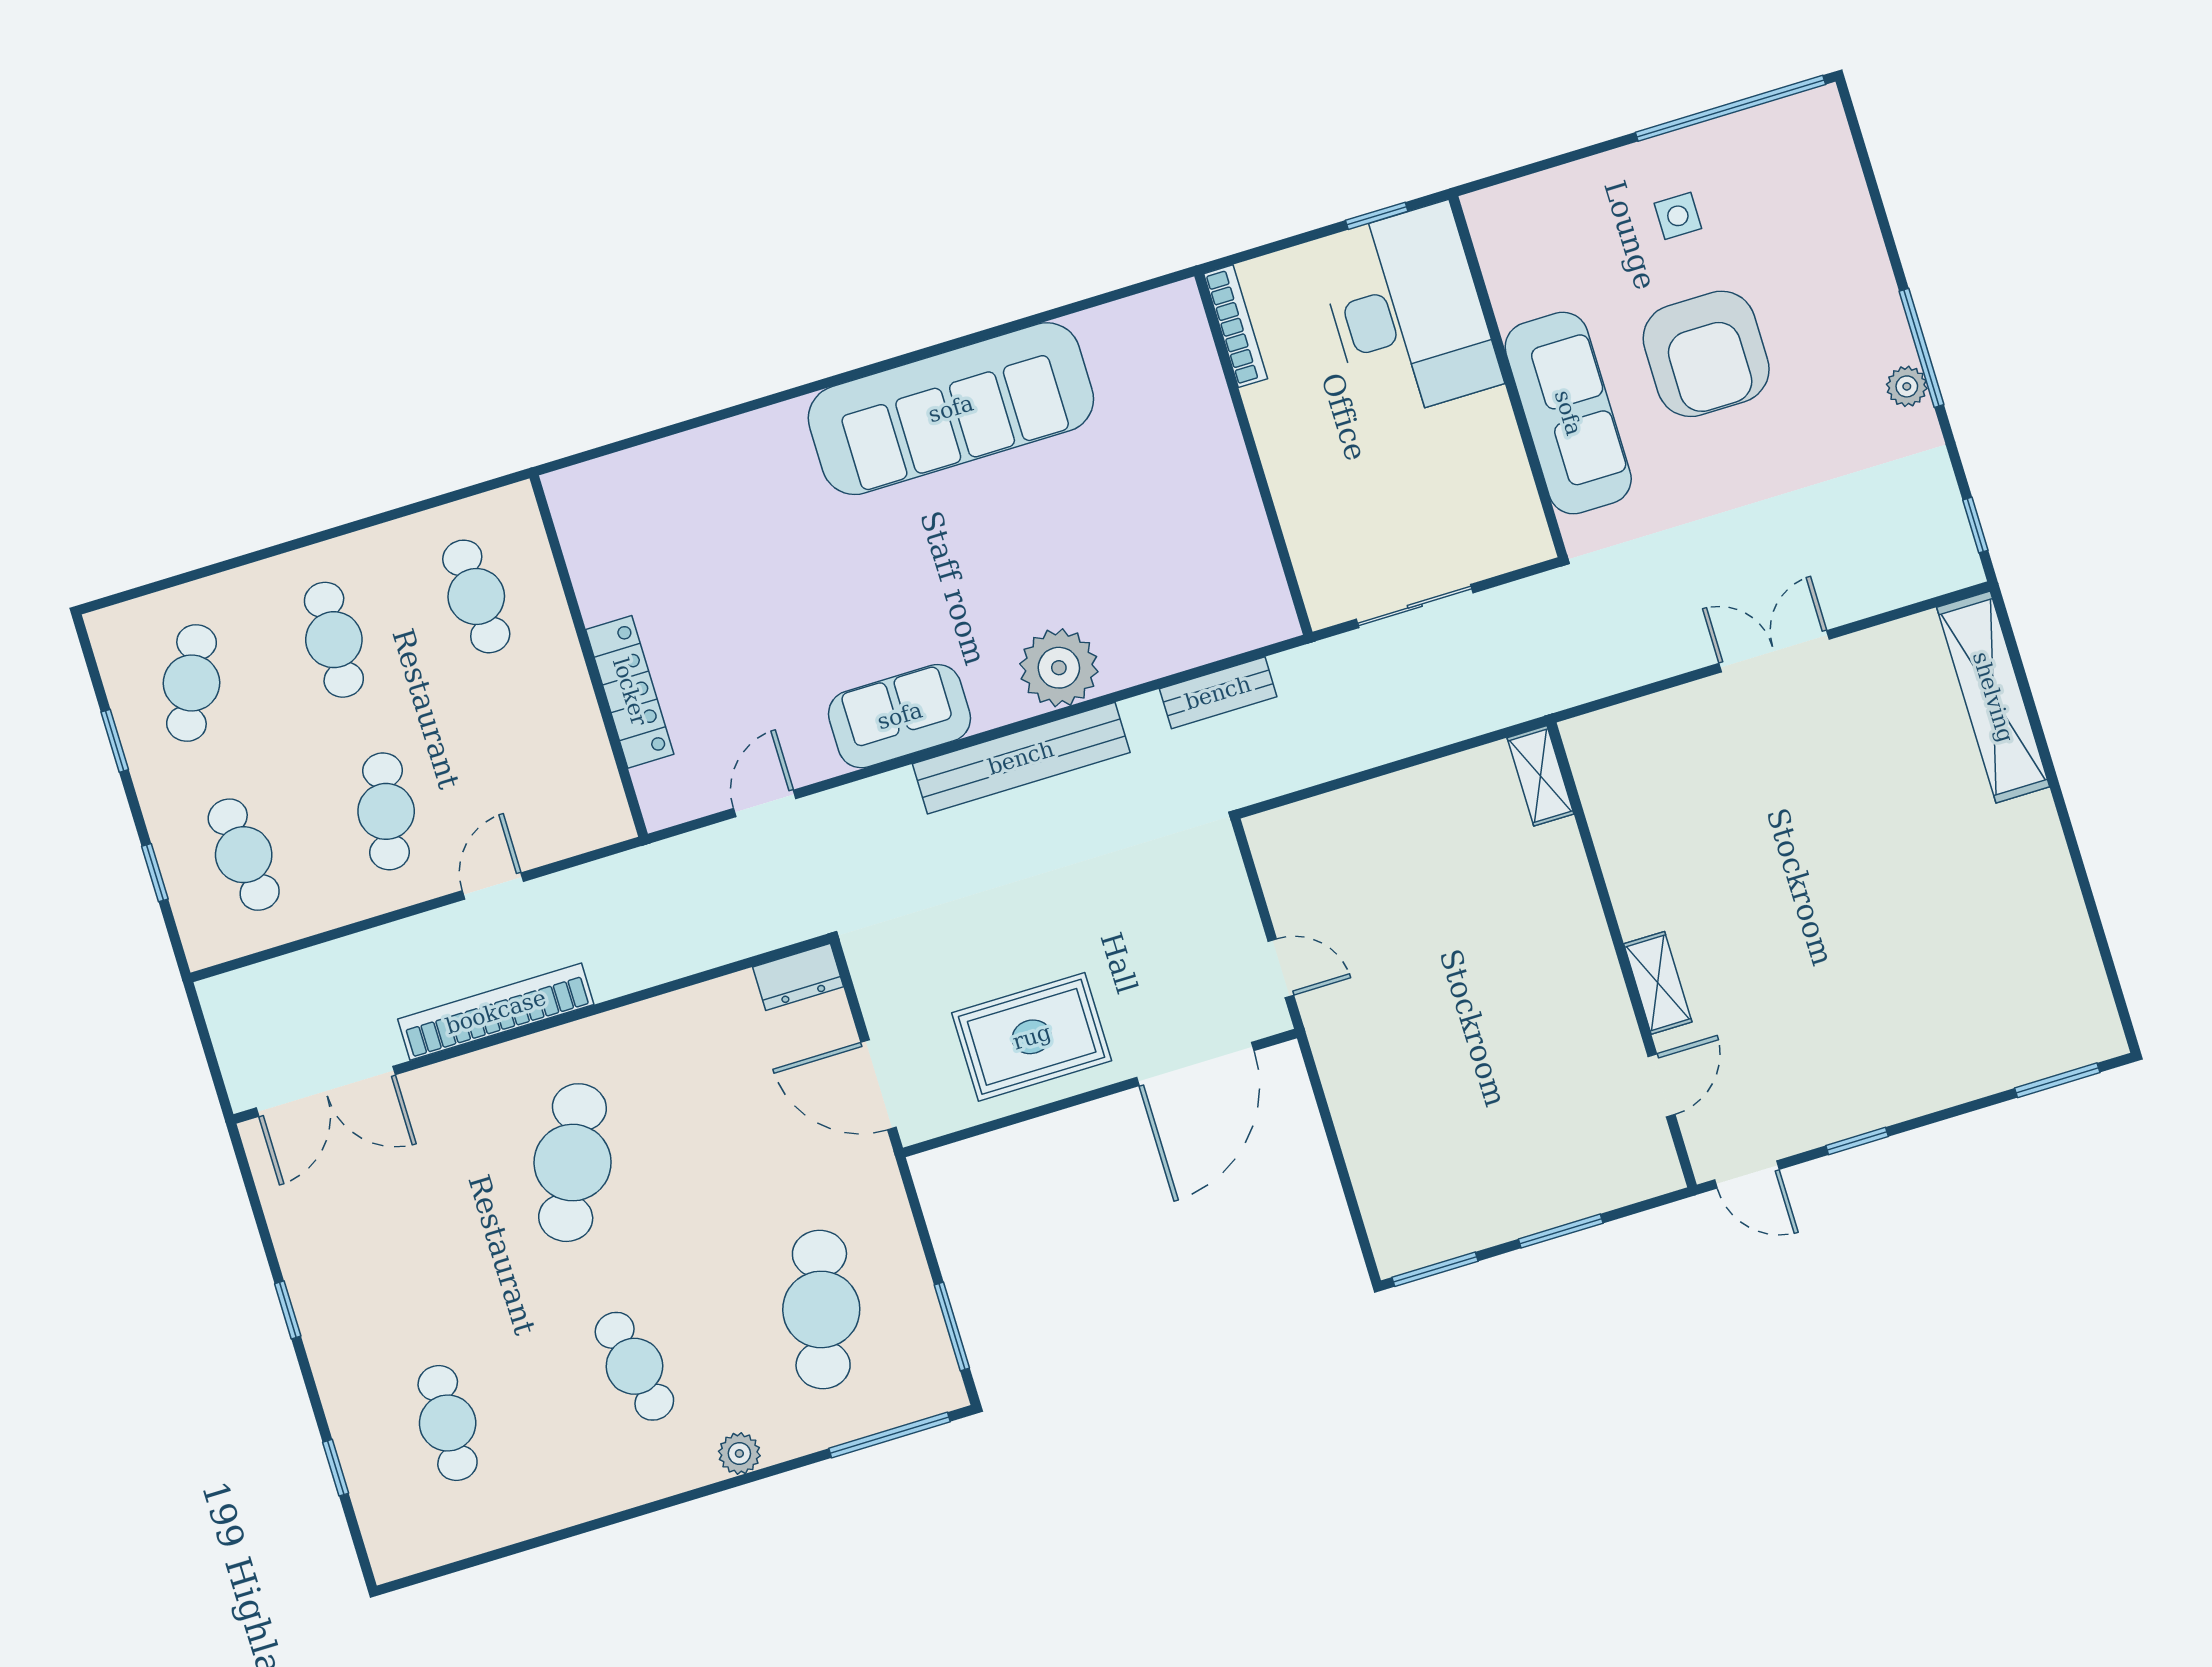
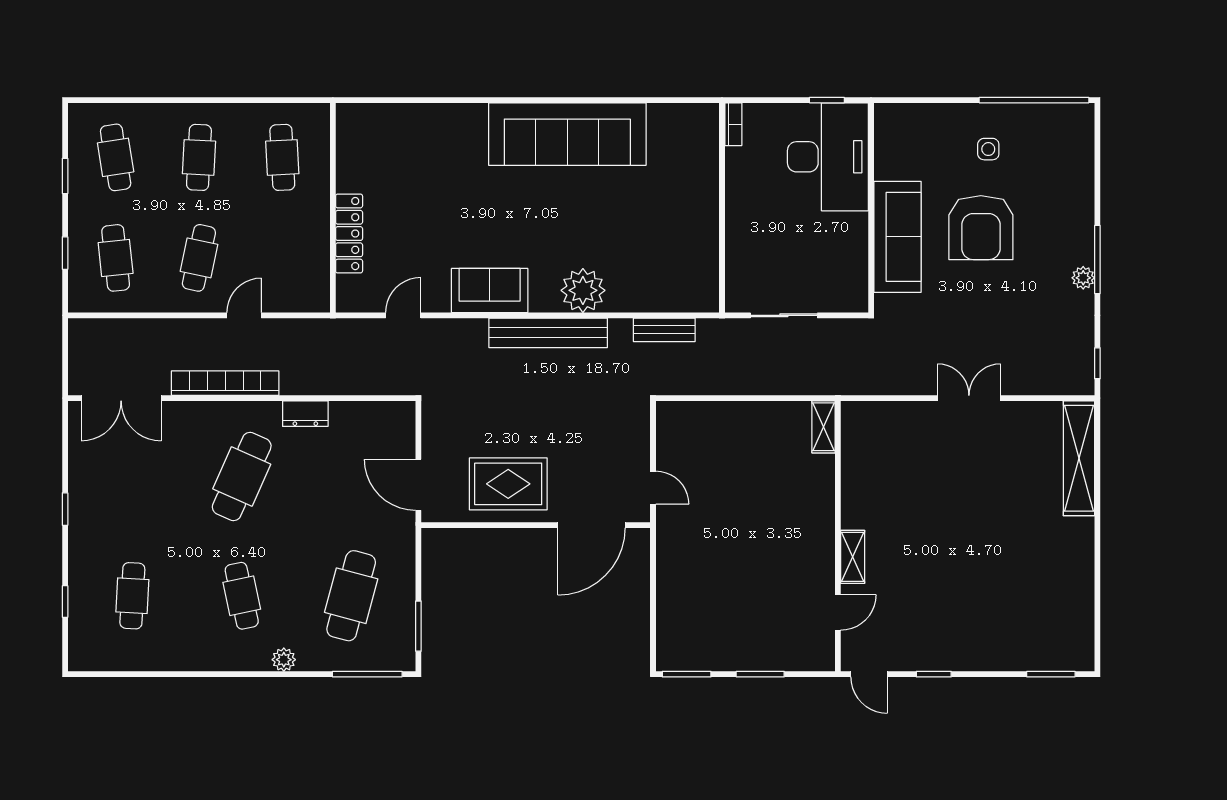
bookcase: (1236, 326) -> (733, 124), width x0.64
cafe table: (192, 683) -> (116, 157), turned -33
dresser: (798, 977) -> (305, 414), moved

